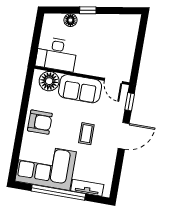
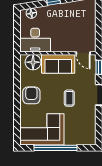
floor lamp: (70, 20) -> (31, 13), moved
armchair: (40, 122) -> (31, 95), turned -90
tv unit: (87, 188) -> (77, 140), removed

